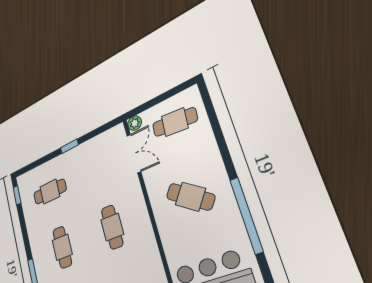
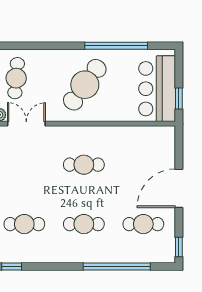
cafe table: (50, 192) -> (24, 224), turned 90
cafe table: (190, 197) -> (85, 85), width x1.37, depth x1.35

